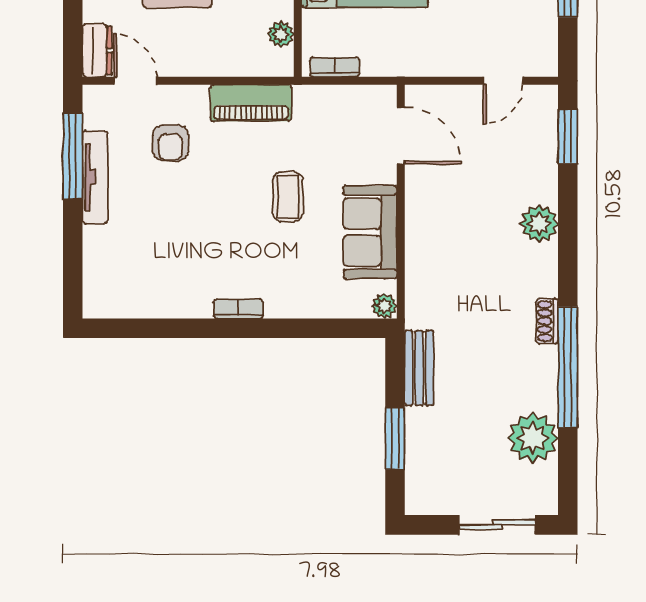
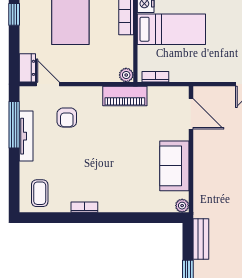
plant: (281, 34) -> (126, 75), moved
piano: (251, 103) -> (125, 96), moved
coffee table: (288, 197) -> (40, 193), moved
bookcase: (238, 309) -> (84, 207), moved

